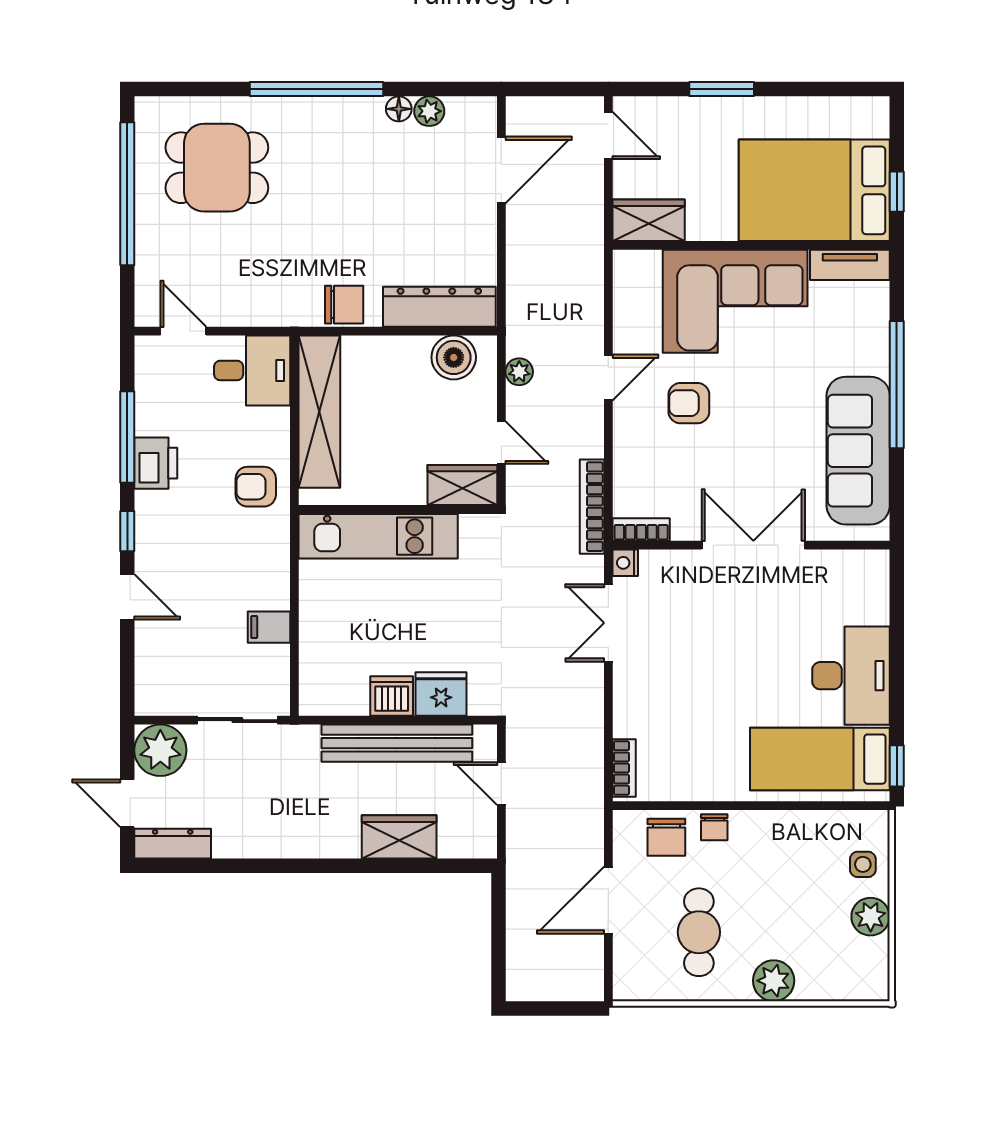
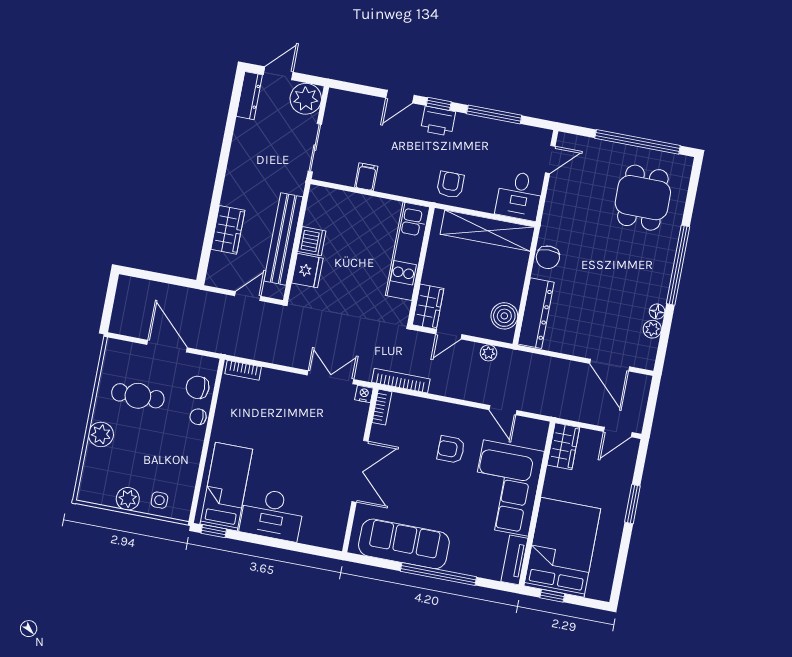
door: (608, 378) -> (503, 410), moved
armchair: (689, 403) -> (451, 449), turned -90
printer: (156, 463) -> (438, 121), moved

